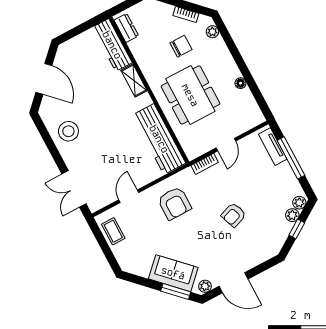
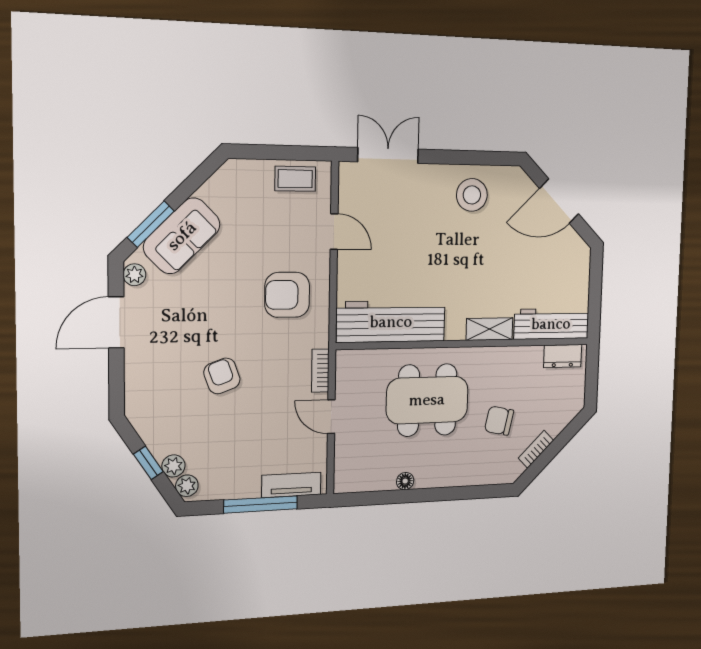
plant: (212, 32) -> (494, 475), removed
chair: (181, 46) -> (499, 421), turned 102

